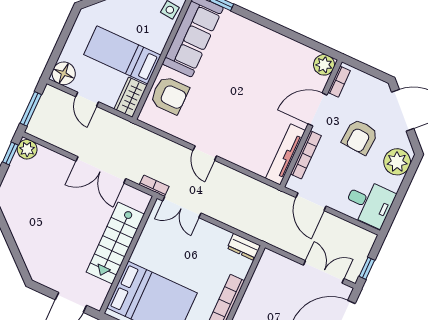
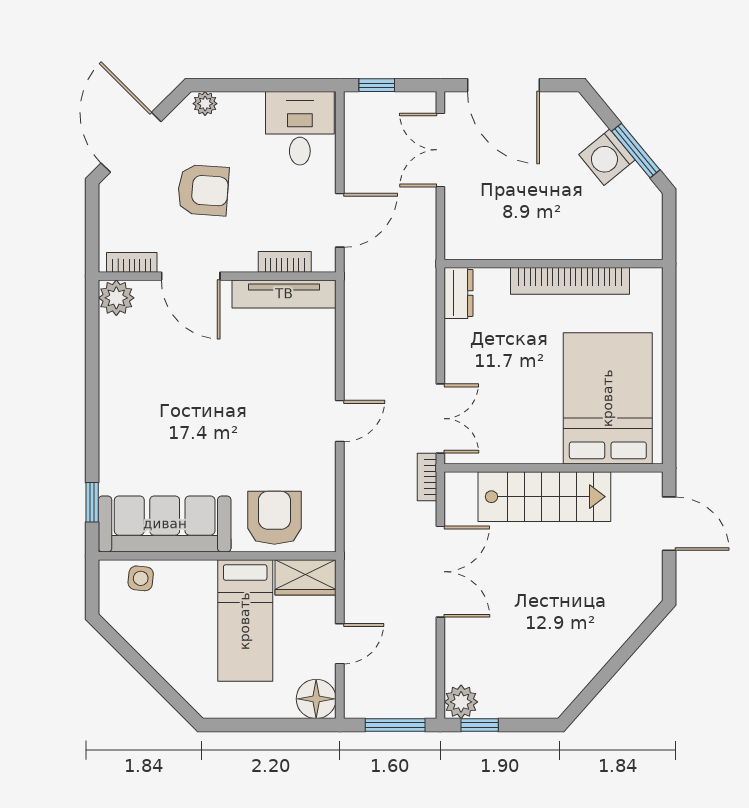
bookcase: (306, 155) -> (285, 262), width x0.64
plant: (397, 162) -> (205, 104), width x0.53, depth x0.53
window: (367, 268) -> (377, 85), moved

